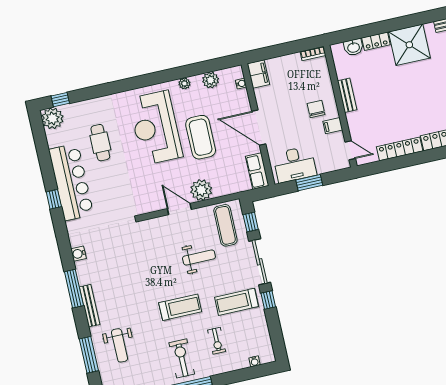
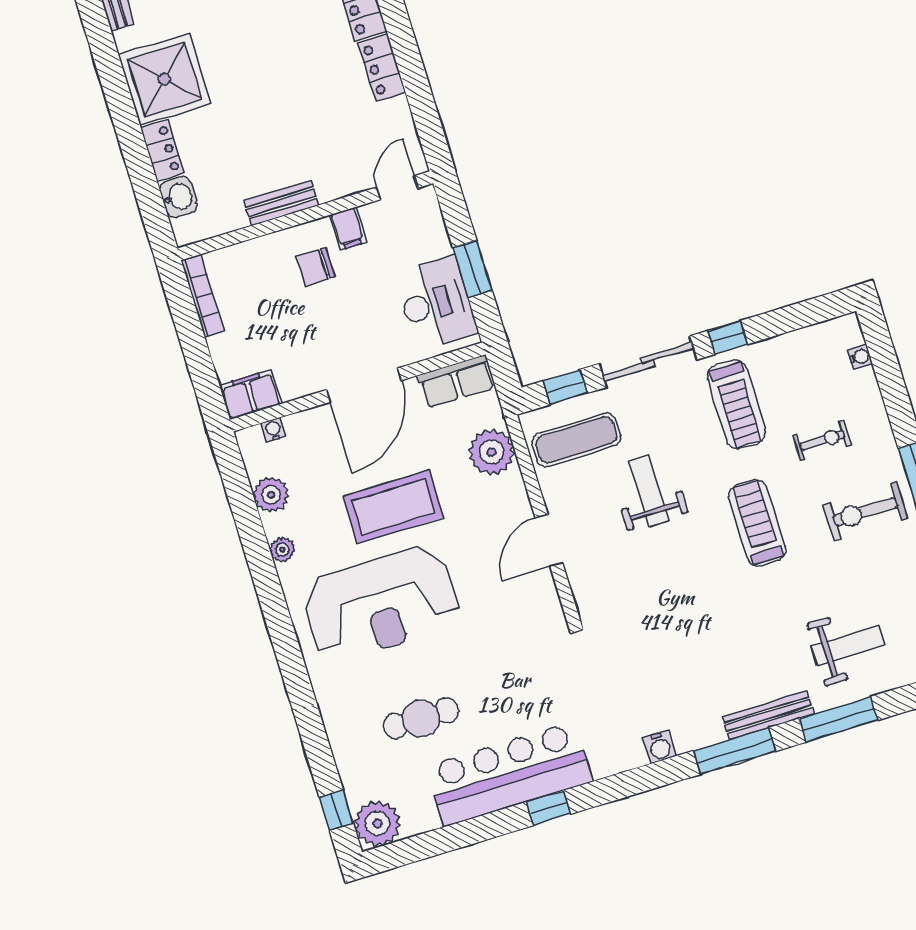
bookcase: (313, 54) -> (203, 296), width x1.56
locker: (400, 149) -> (382, 68), width x0.66
plant: (201, 190) -> (492, 452), moved
window: (89, 355) -> (838, 719), moved

